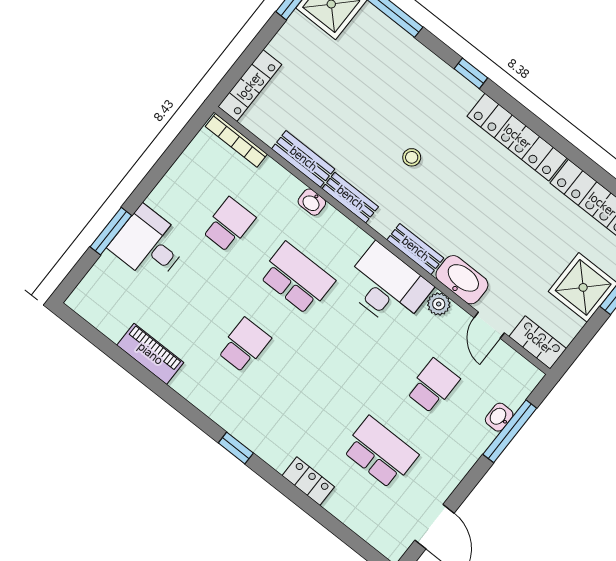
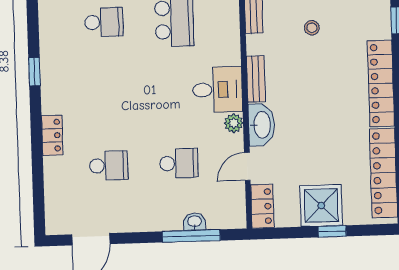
desk: (387, 286) -> (218, 90), width x0.73
school desk: (380, 453) -> (109, 166), width x0.54

